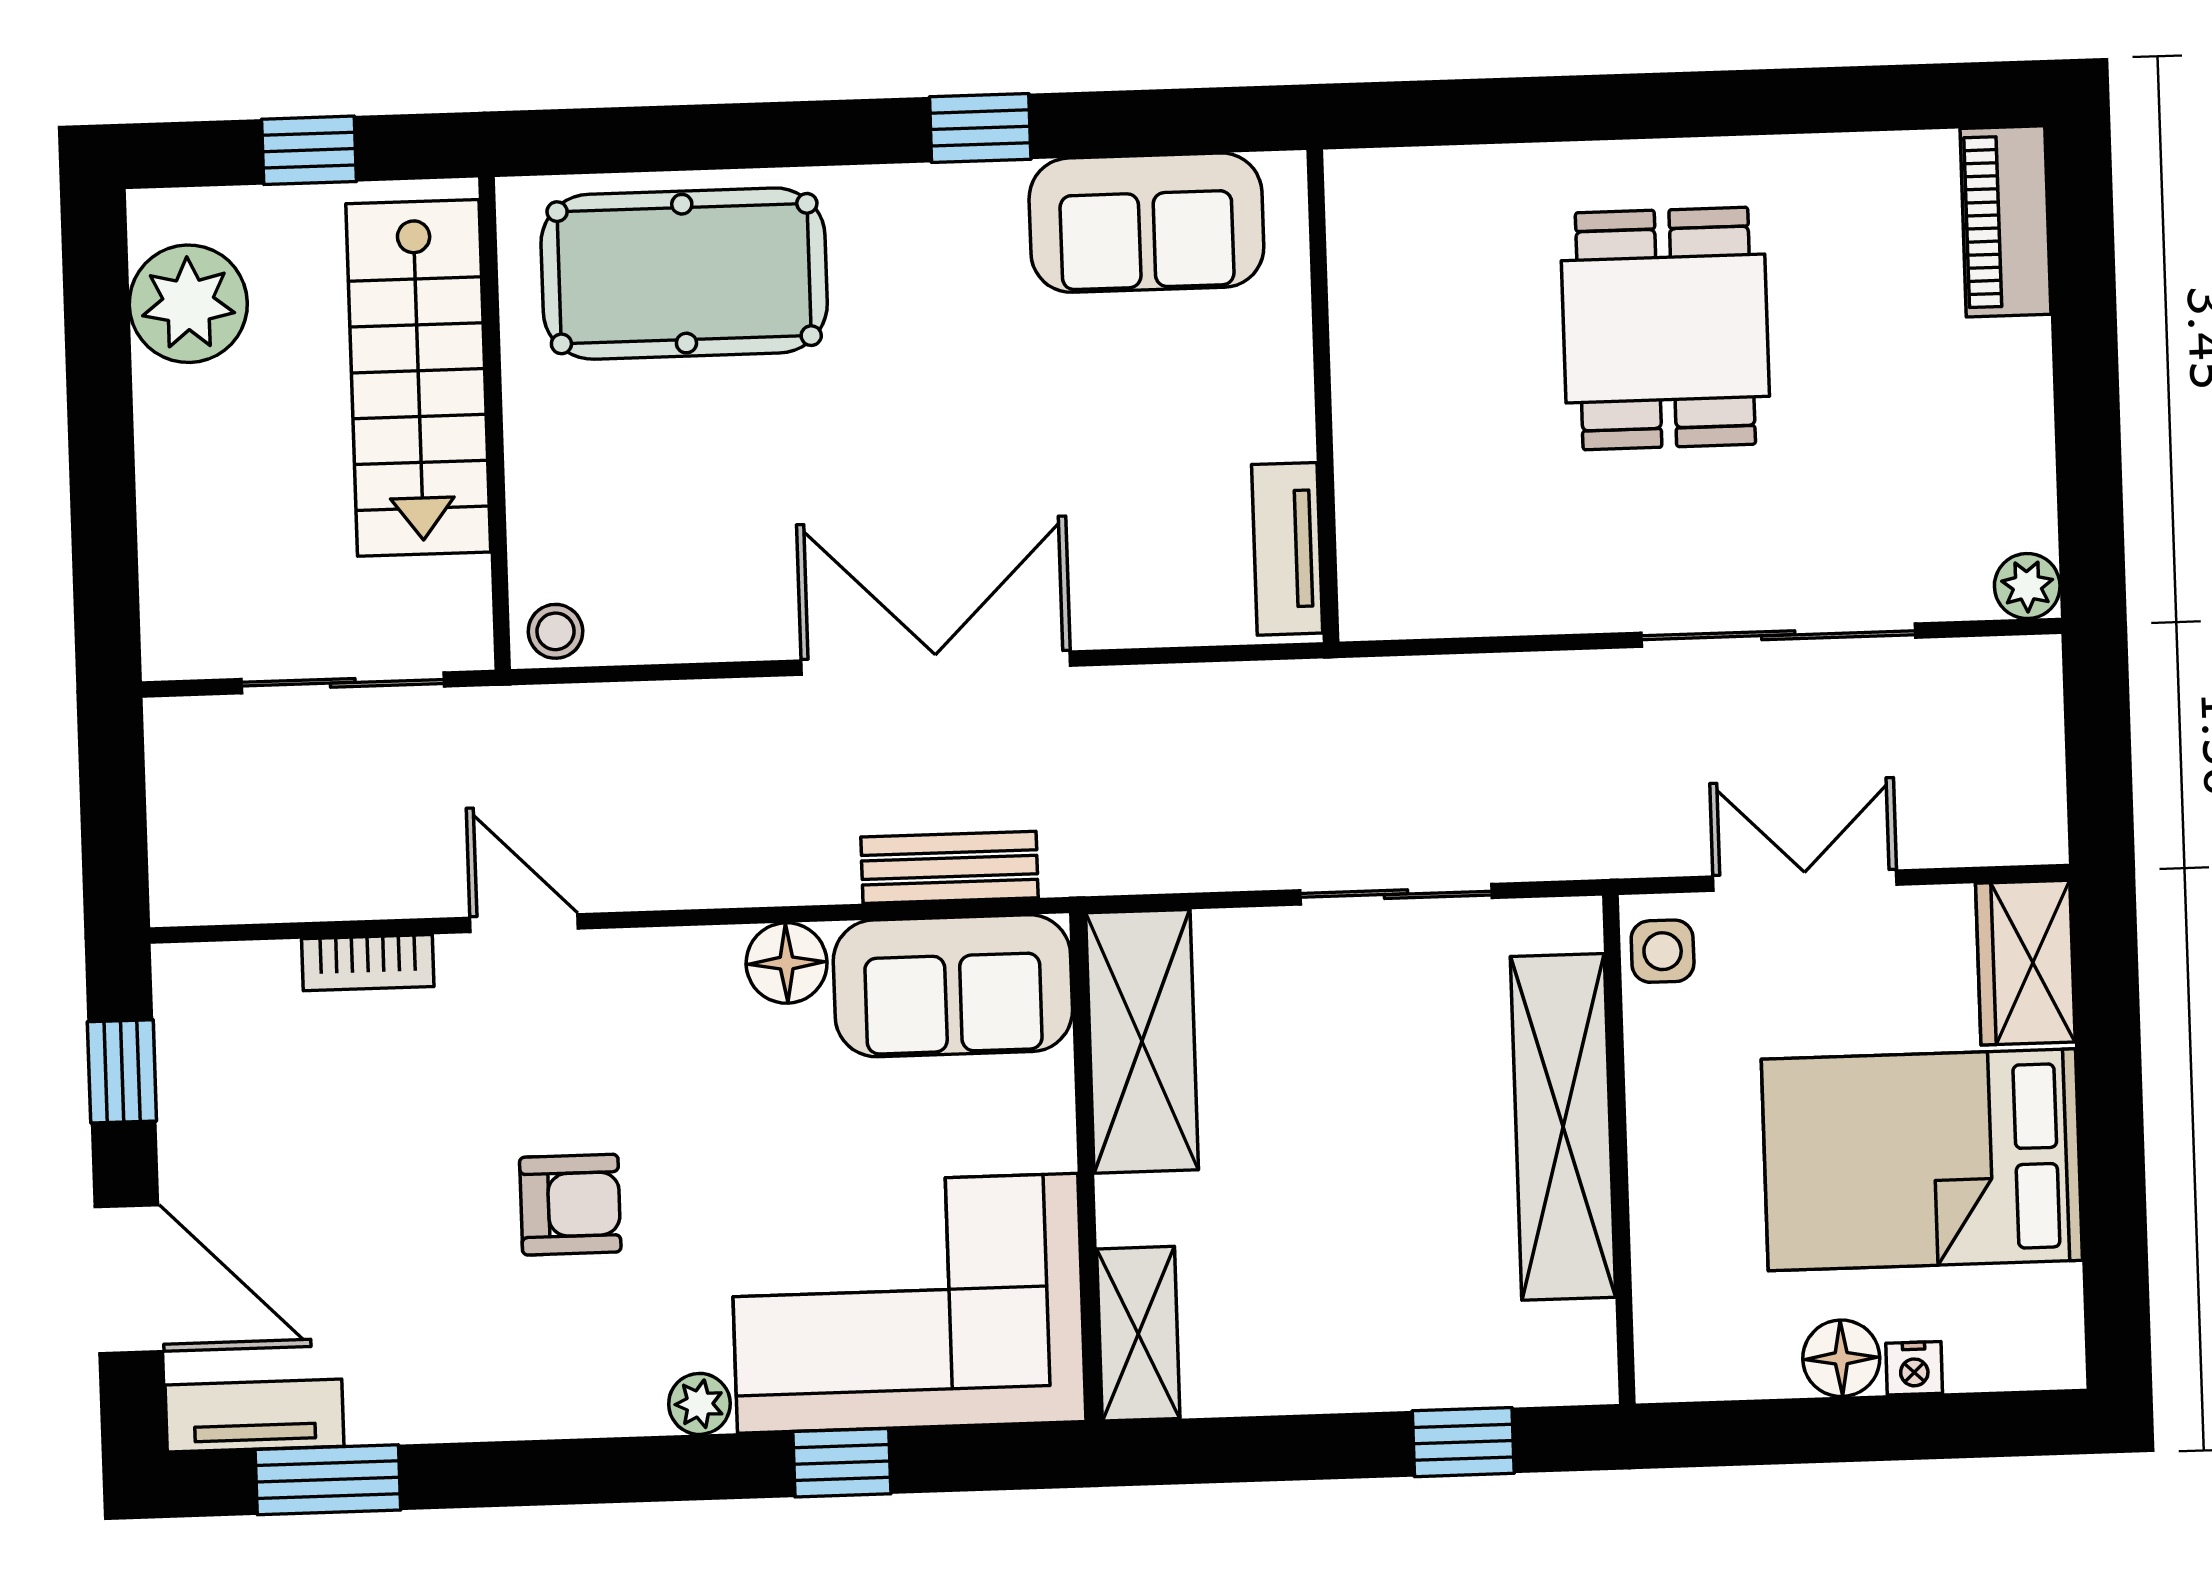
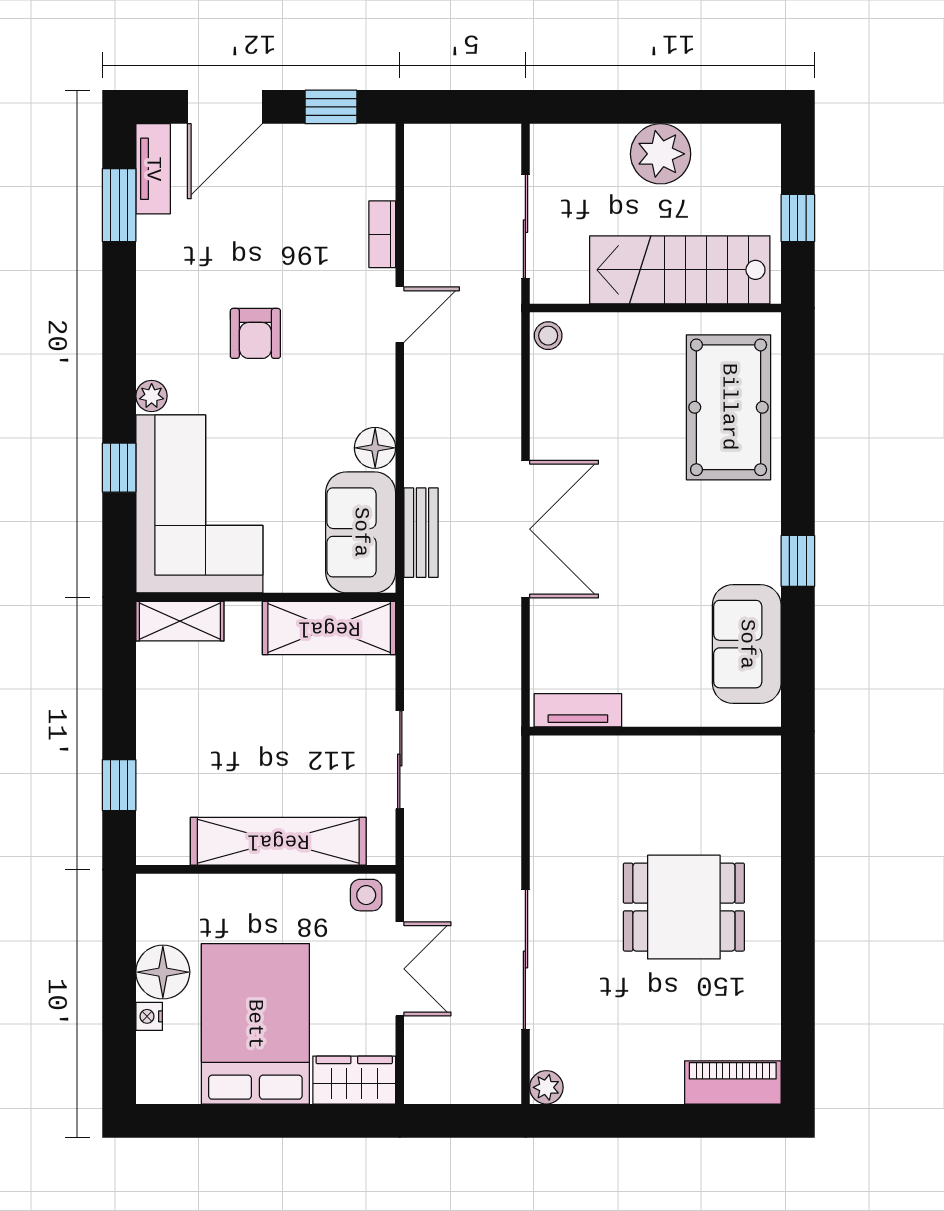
plant: (188, 304) -> (661, 154), moved
floor lamp: (1841, 1358) -> (163, 972), width x1.38, depth x1.38

